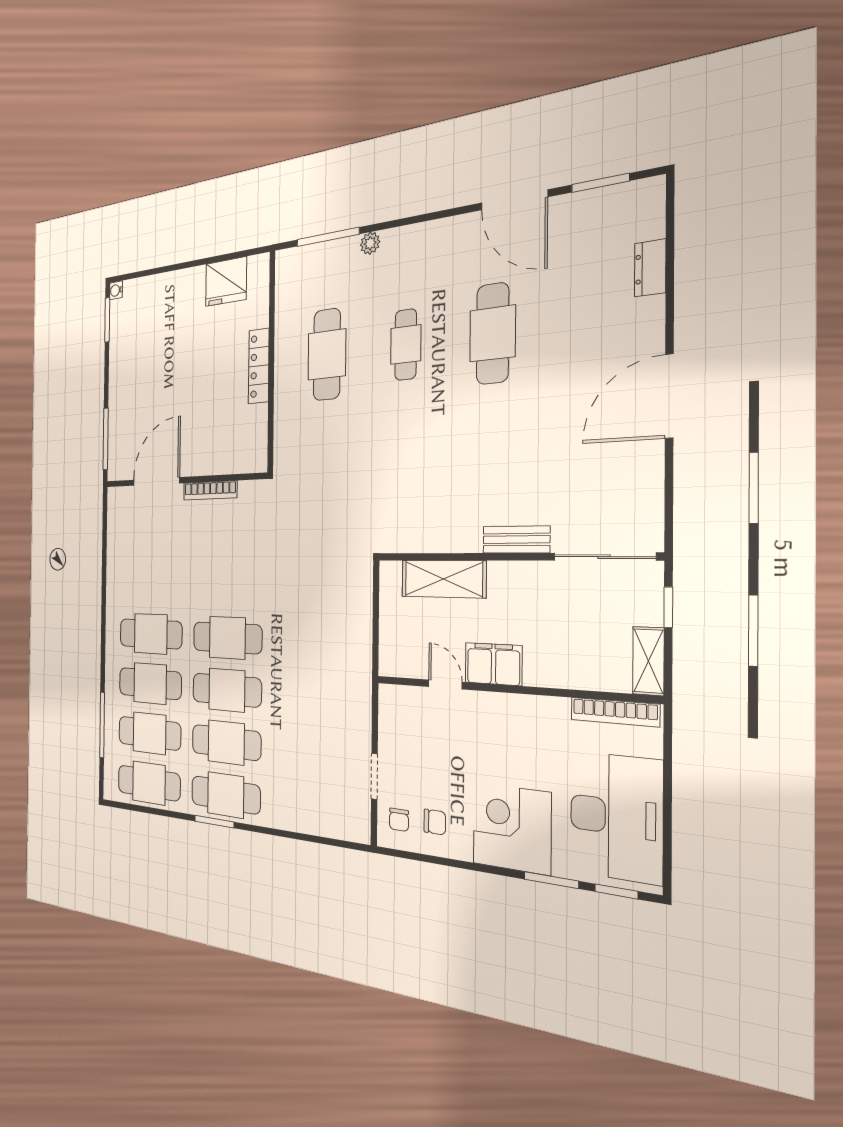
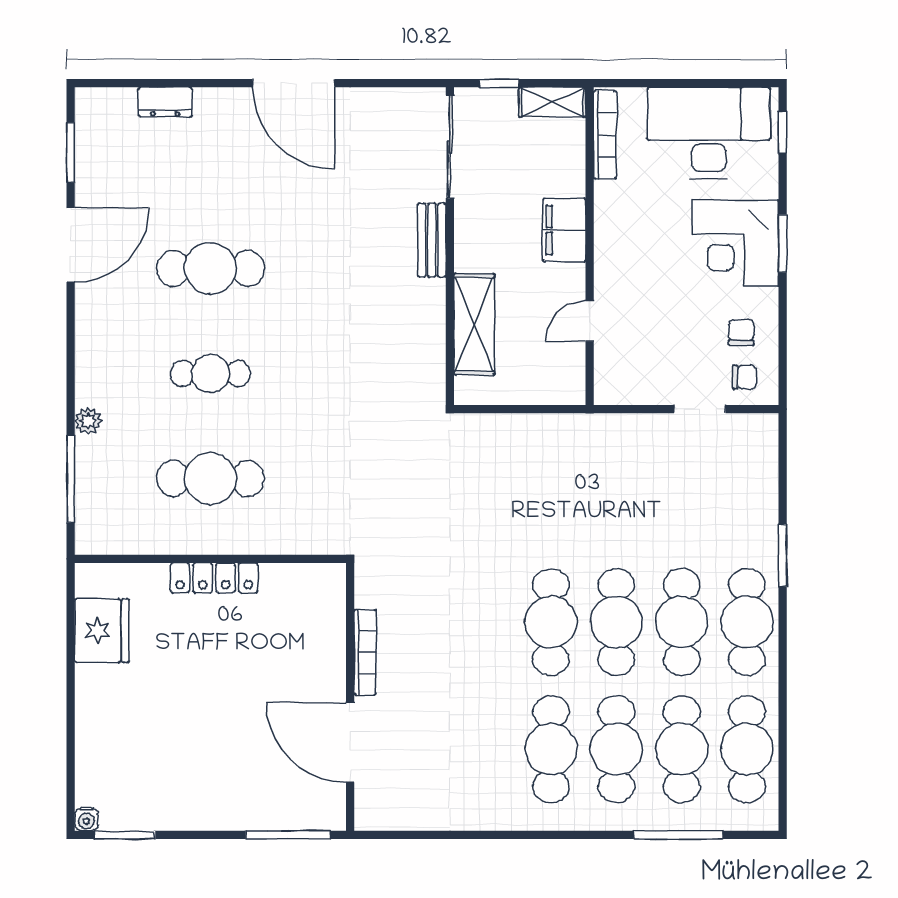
filing cabinet: (493, 664) -> (564, 230), moved
window: (214, 822) -> (783, 555), moved
window: (551, 880) -> (783, 243), moved

